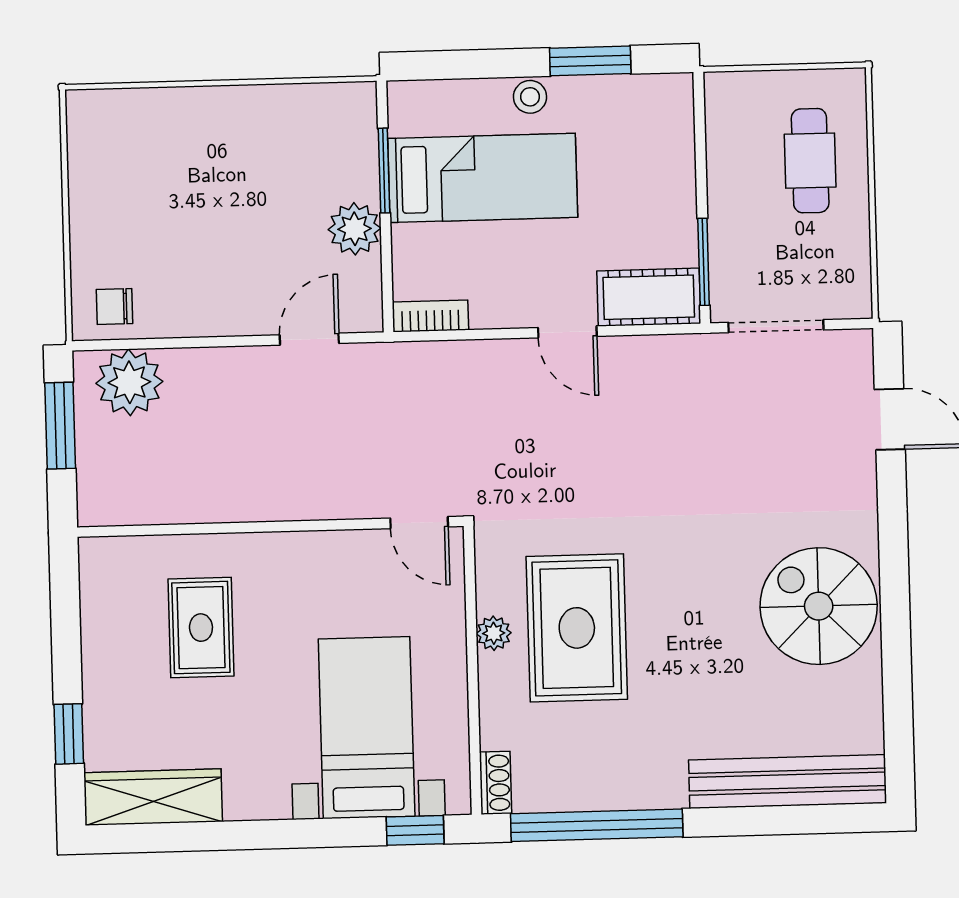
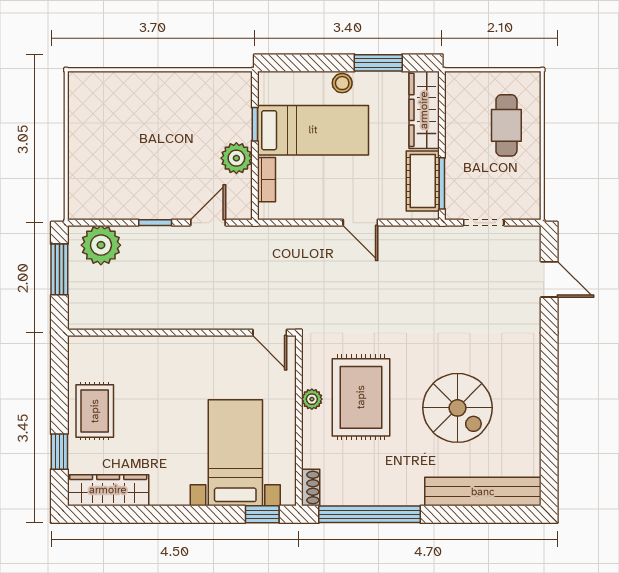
wardrobe: (670, 138) -> (424, 110), added
window: (384, 171) -> (255, 124), width x0.67
cot: (649, 297) -> (423, 181), moved, turned 90
chair: (115, 307) -> (93, 200), removed
bookcase: (430, 316) -> (266, 180), moved, turned 90
doorway: (776, 326) -> (484, 223), width x0.73
window: (220, 342) -> (155, 223), added
spiral stairs: (819, 606) -> (458, 408), moved, turned 180
rug: (201, 628) -> (95, 411), moved

